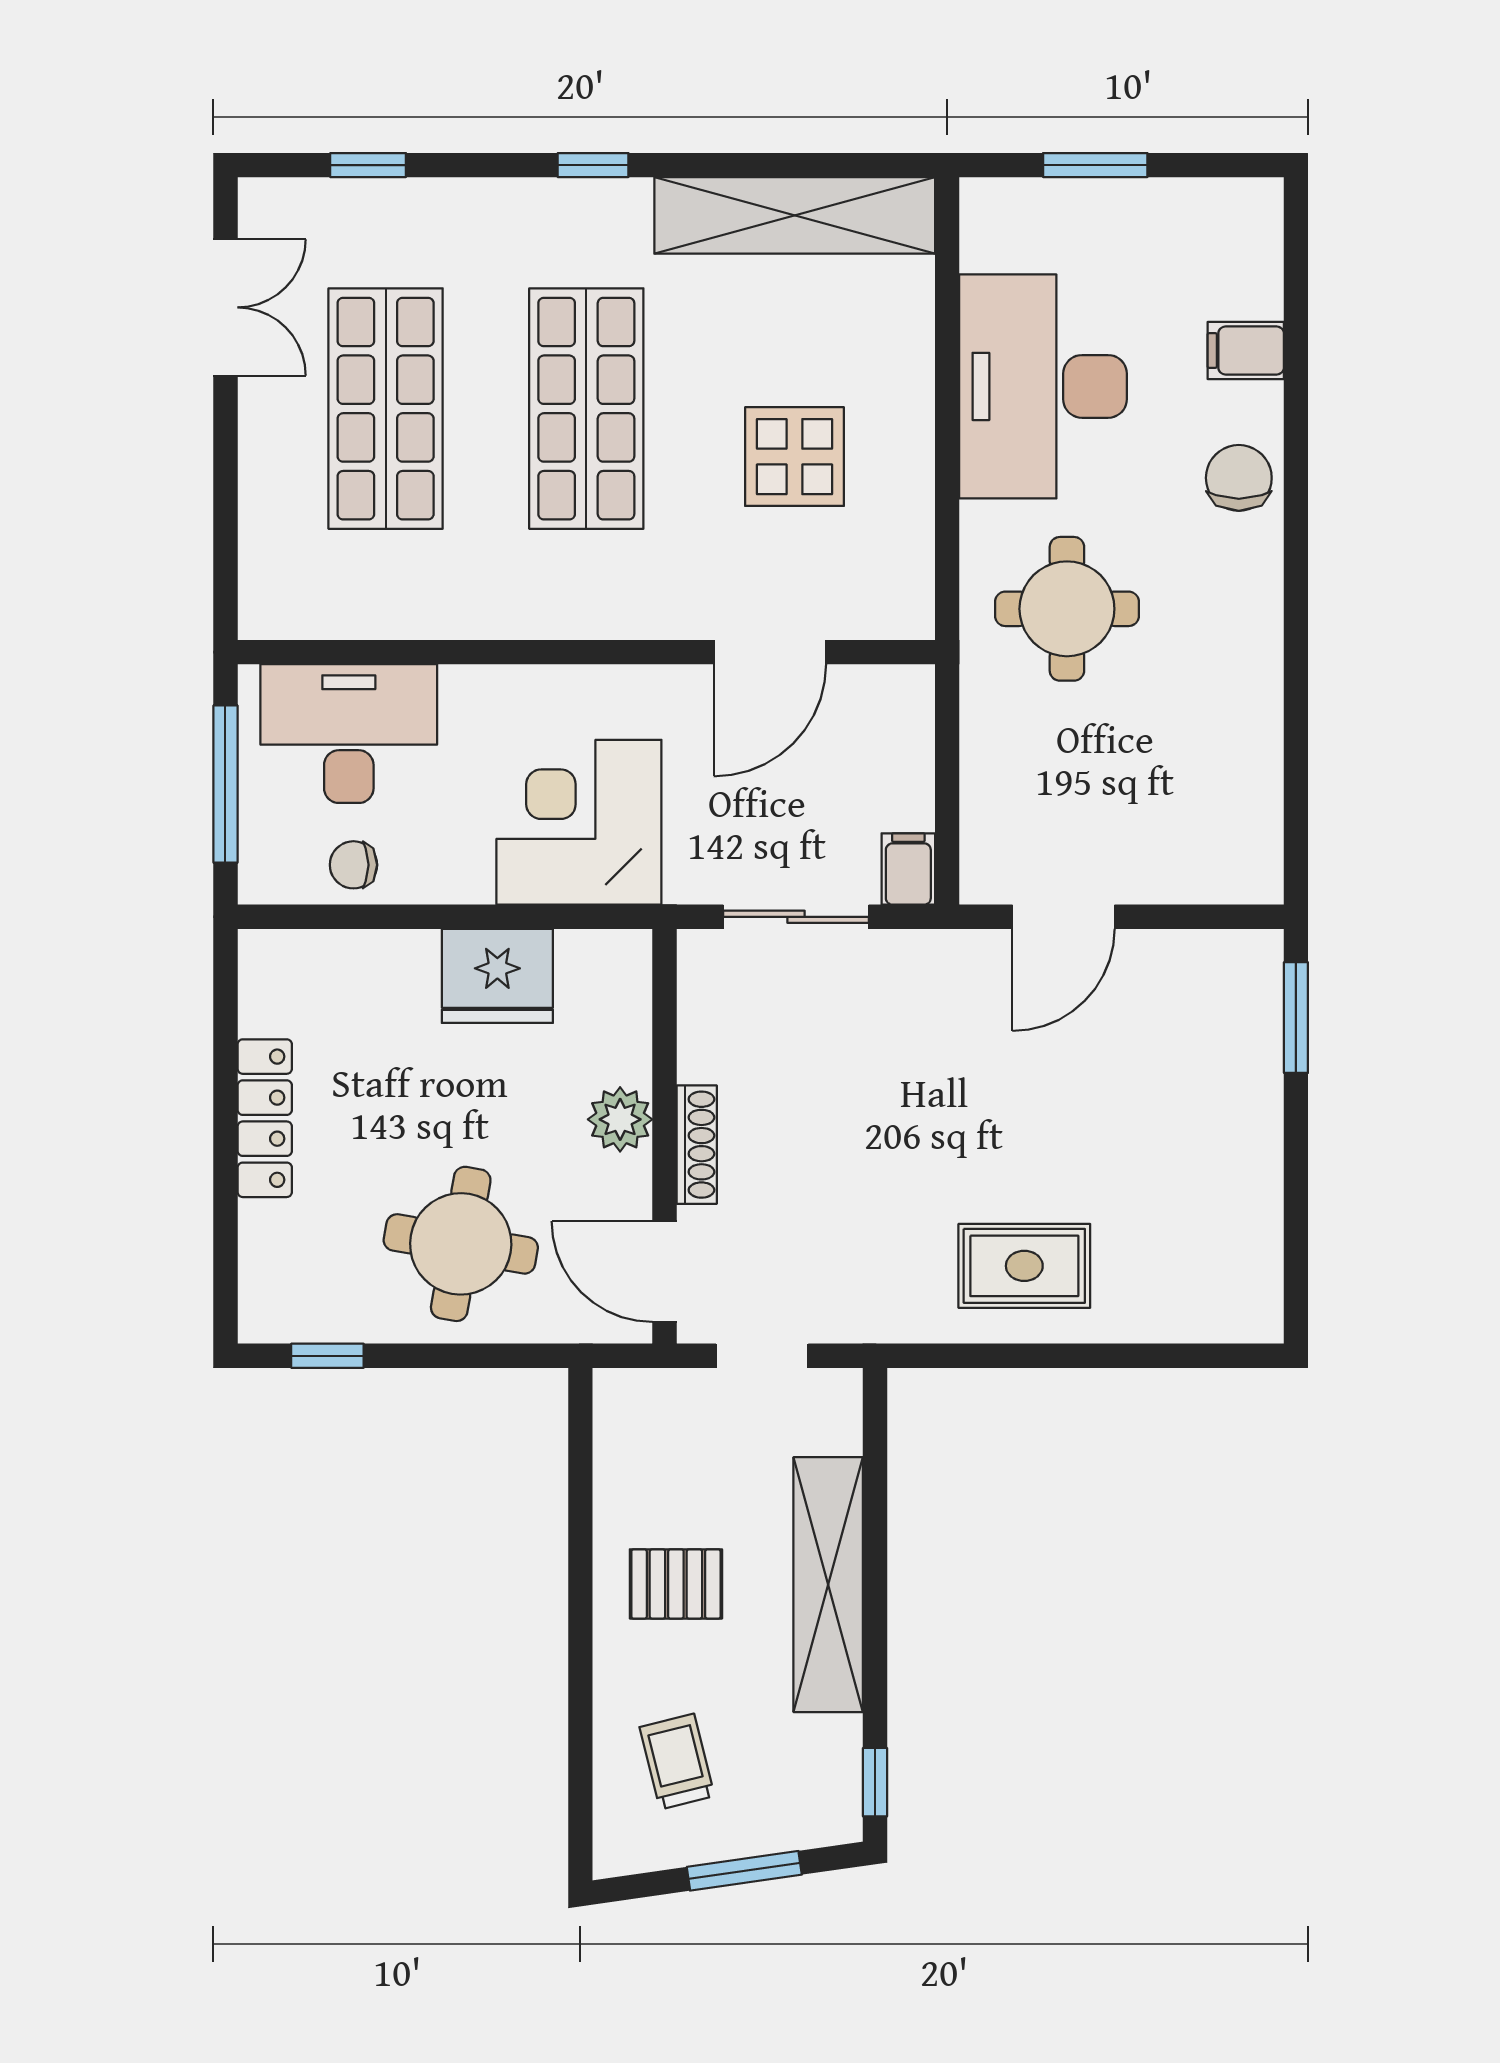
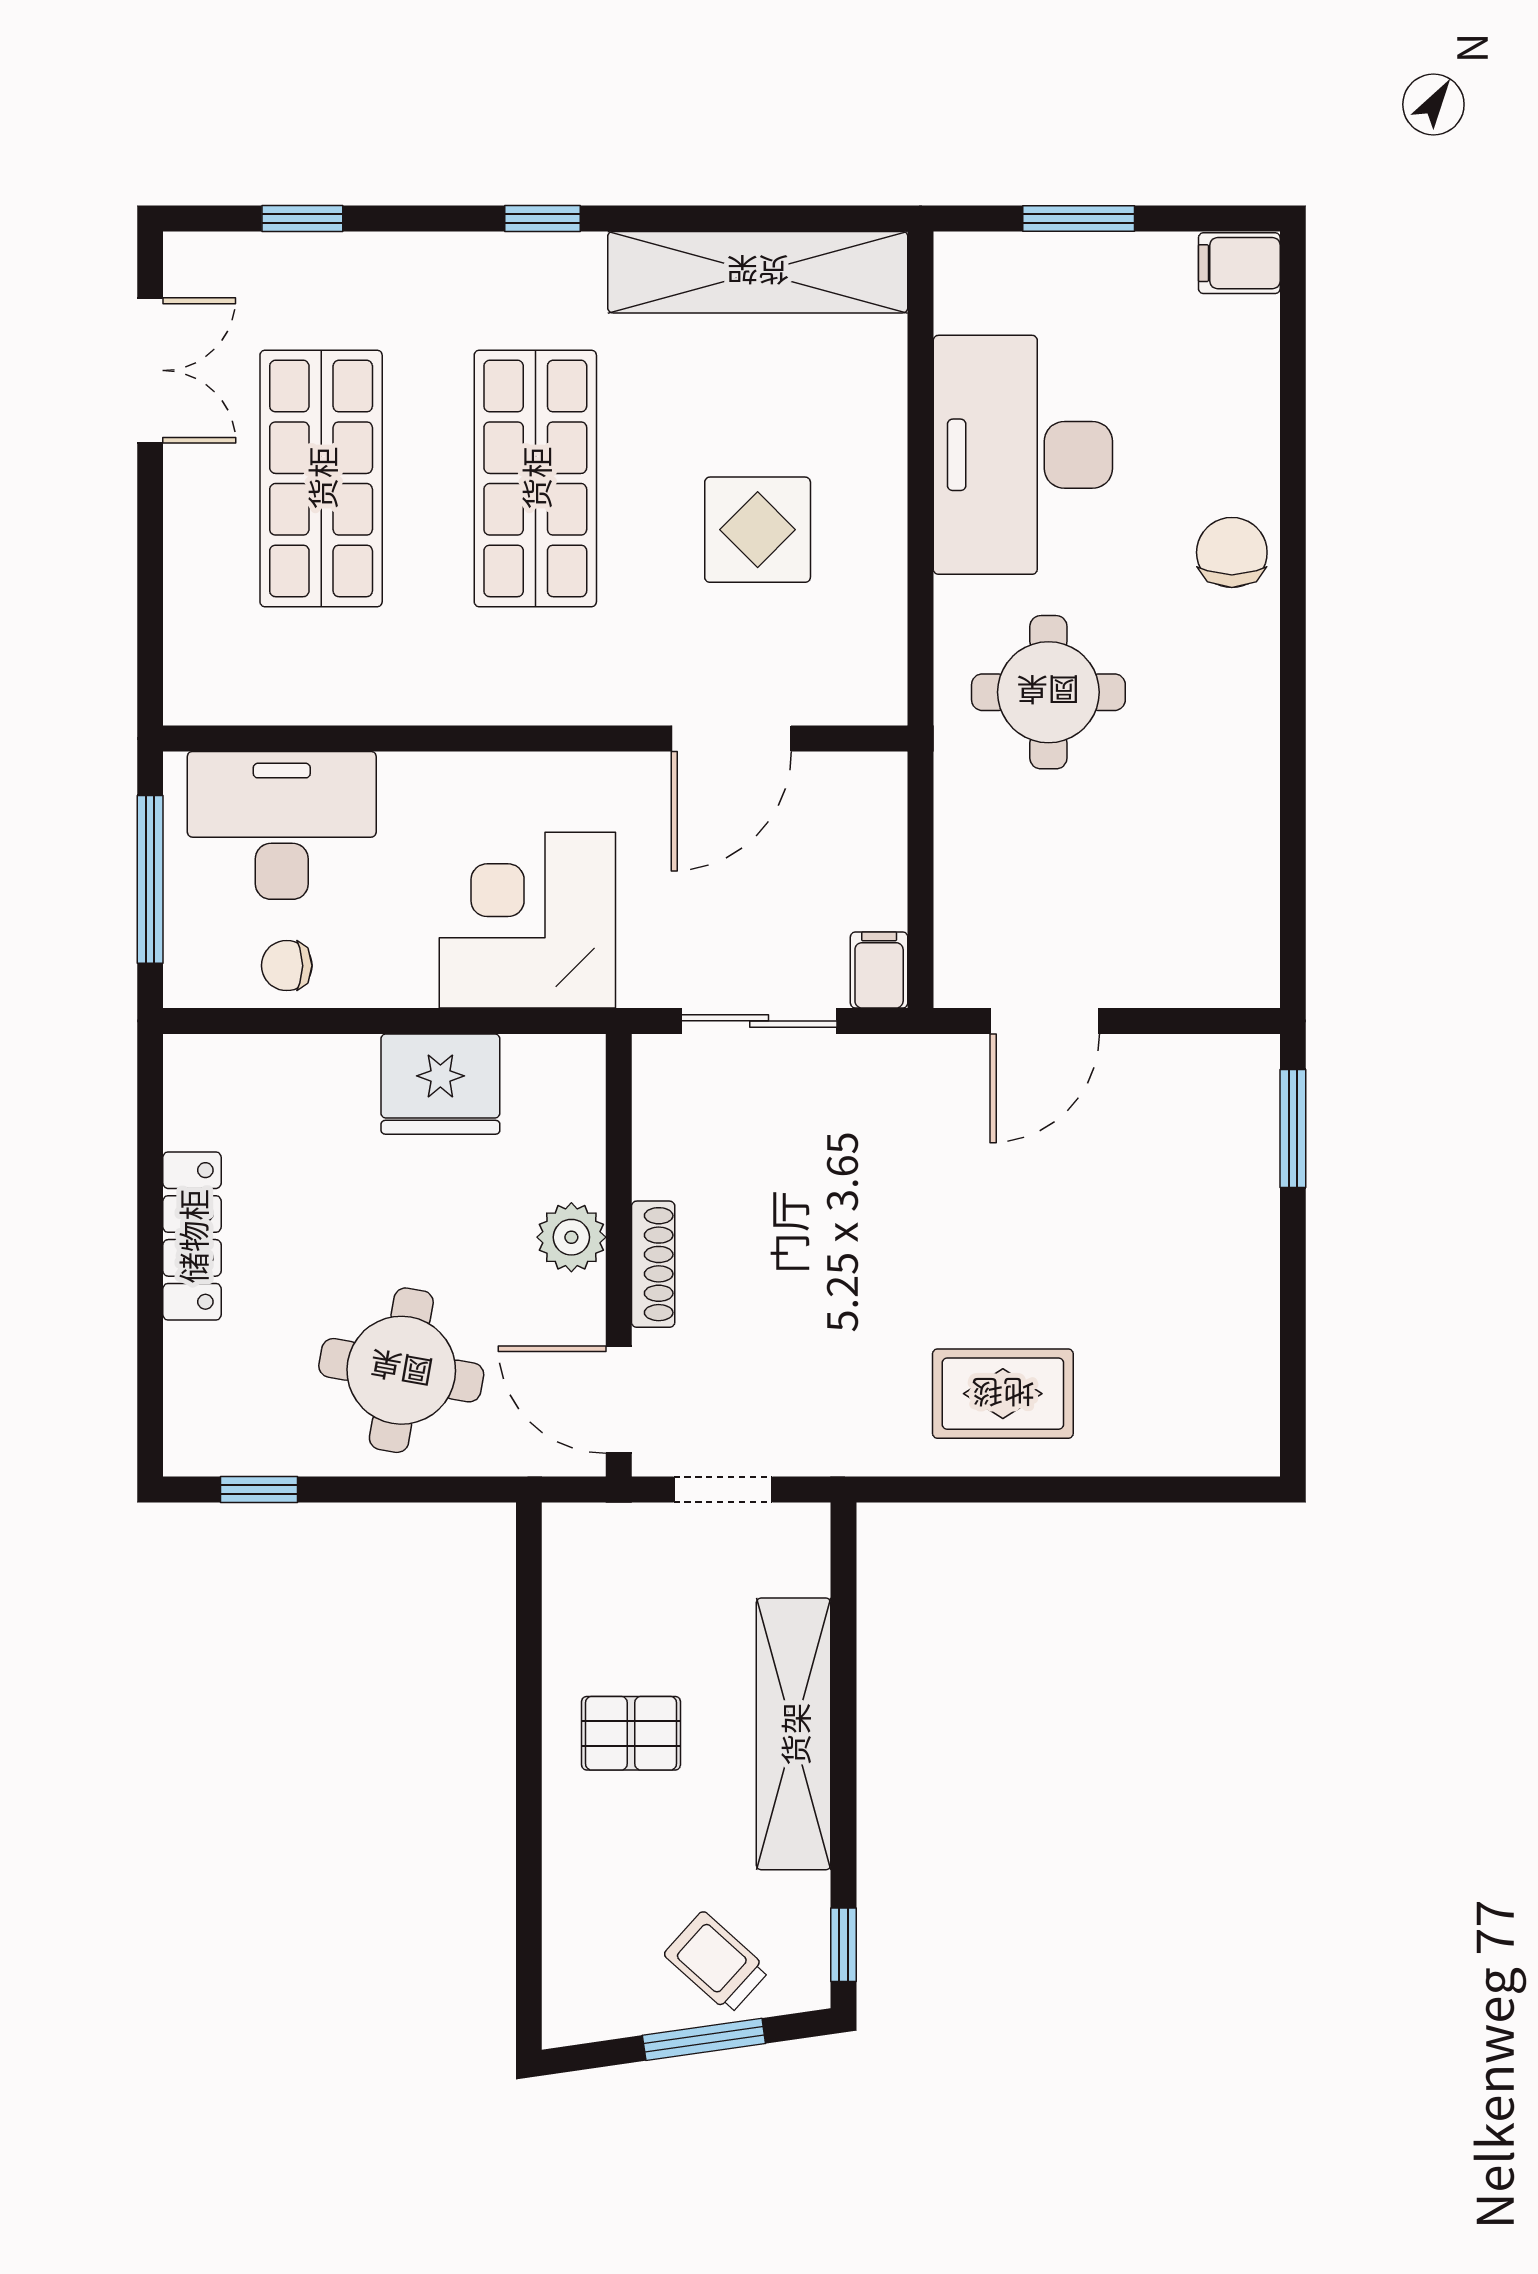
filing cabinet: (1246, 351) -> (1239, 263), moved
trolley: (677, 1762) -> (717, 1962), moved, turned -34

